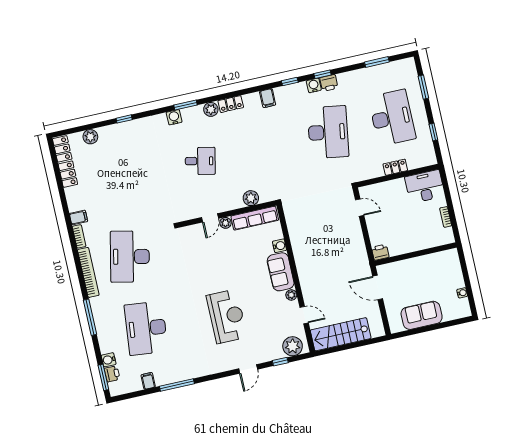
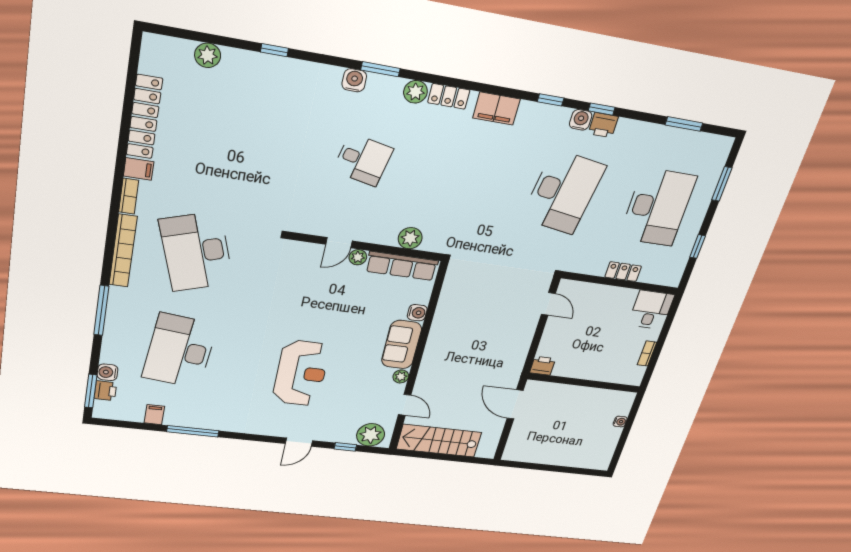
filing cabinet: (268, 98) -> (496, 109), width x2.00
locker: (65, 162) -> (144, 117), moved
desk: (425, 187) -> (651, 310), width x0.73
desk: (130, 257) -> (196, 252), turned -30
water cooler: (462, 293) -> (620, 422), moved
sofa: (422, 315) -> (549, 452), removed

